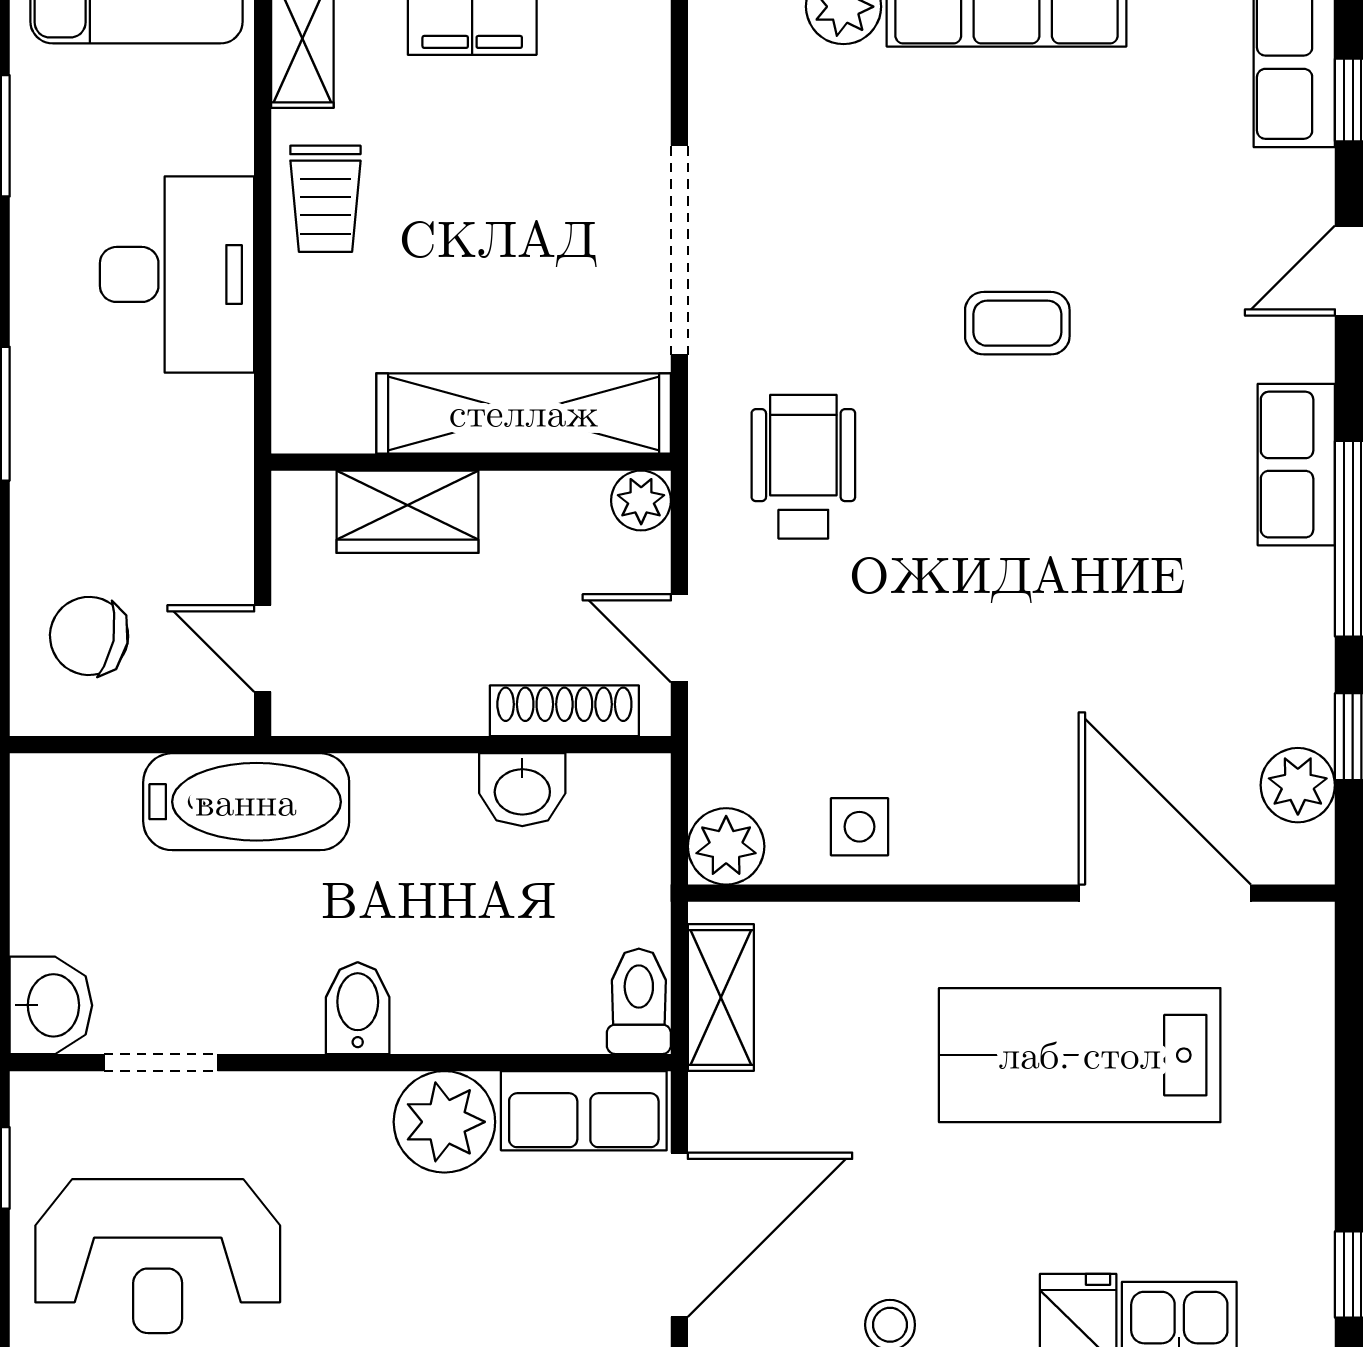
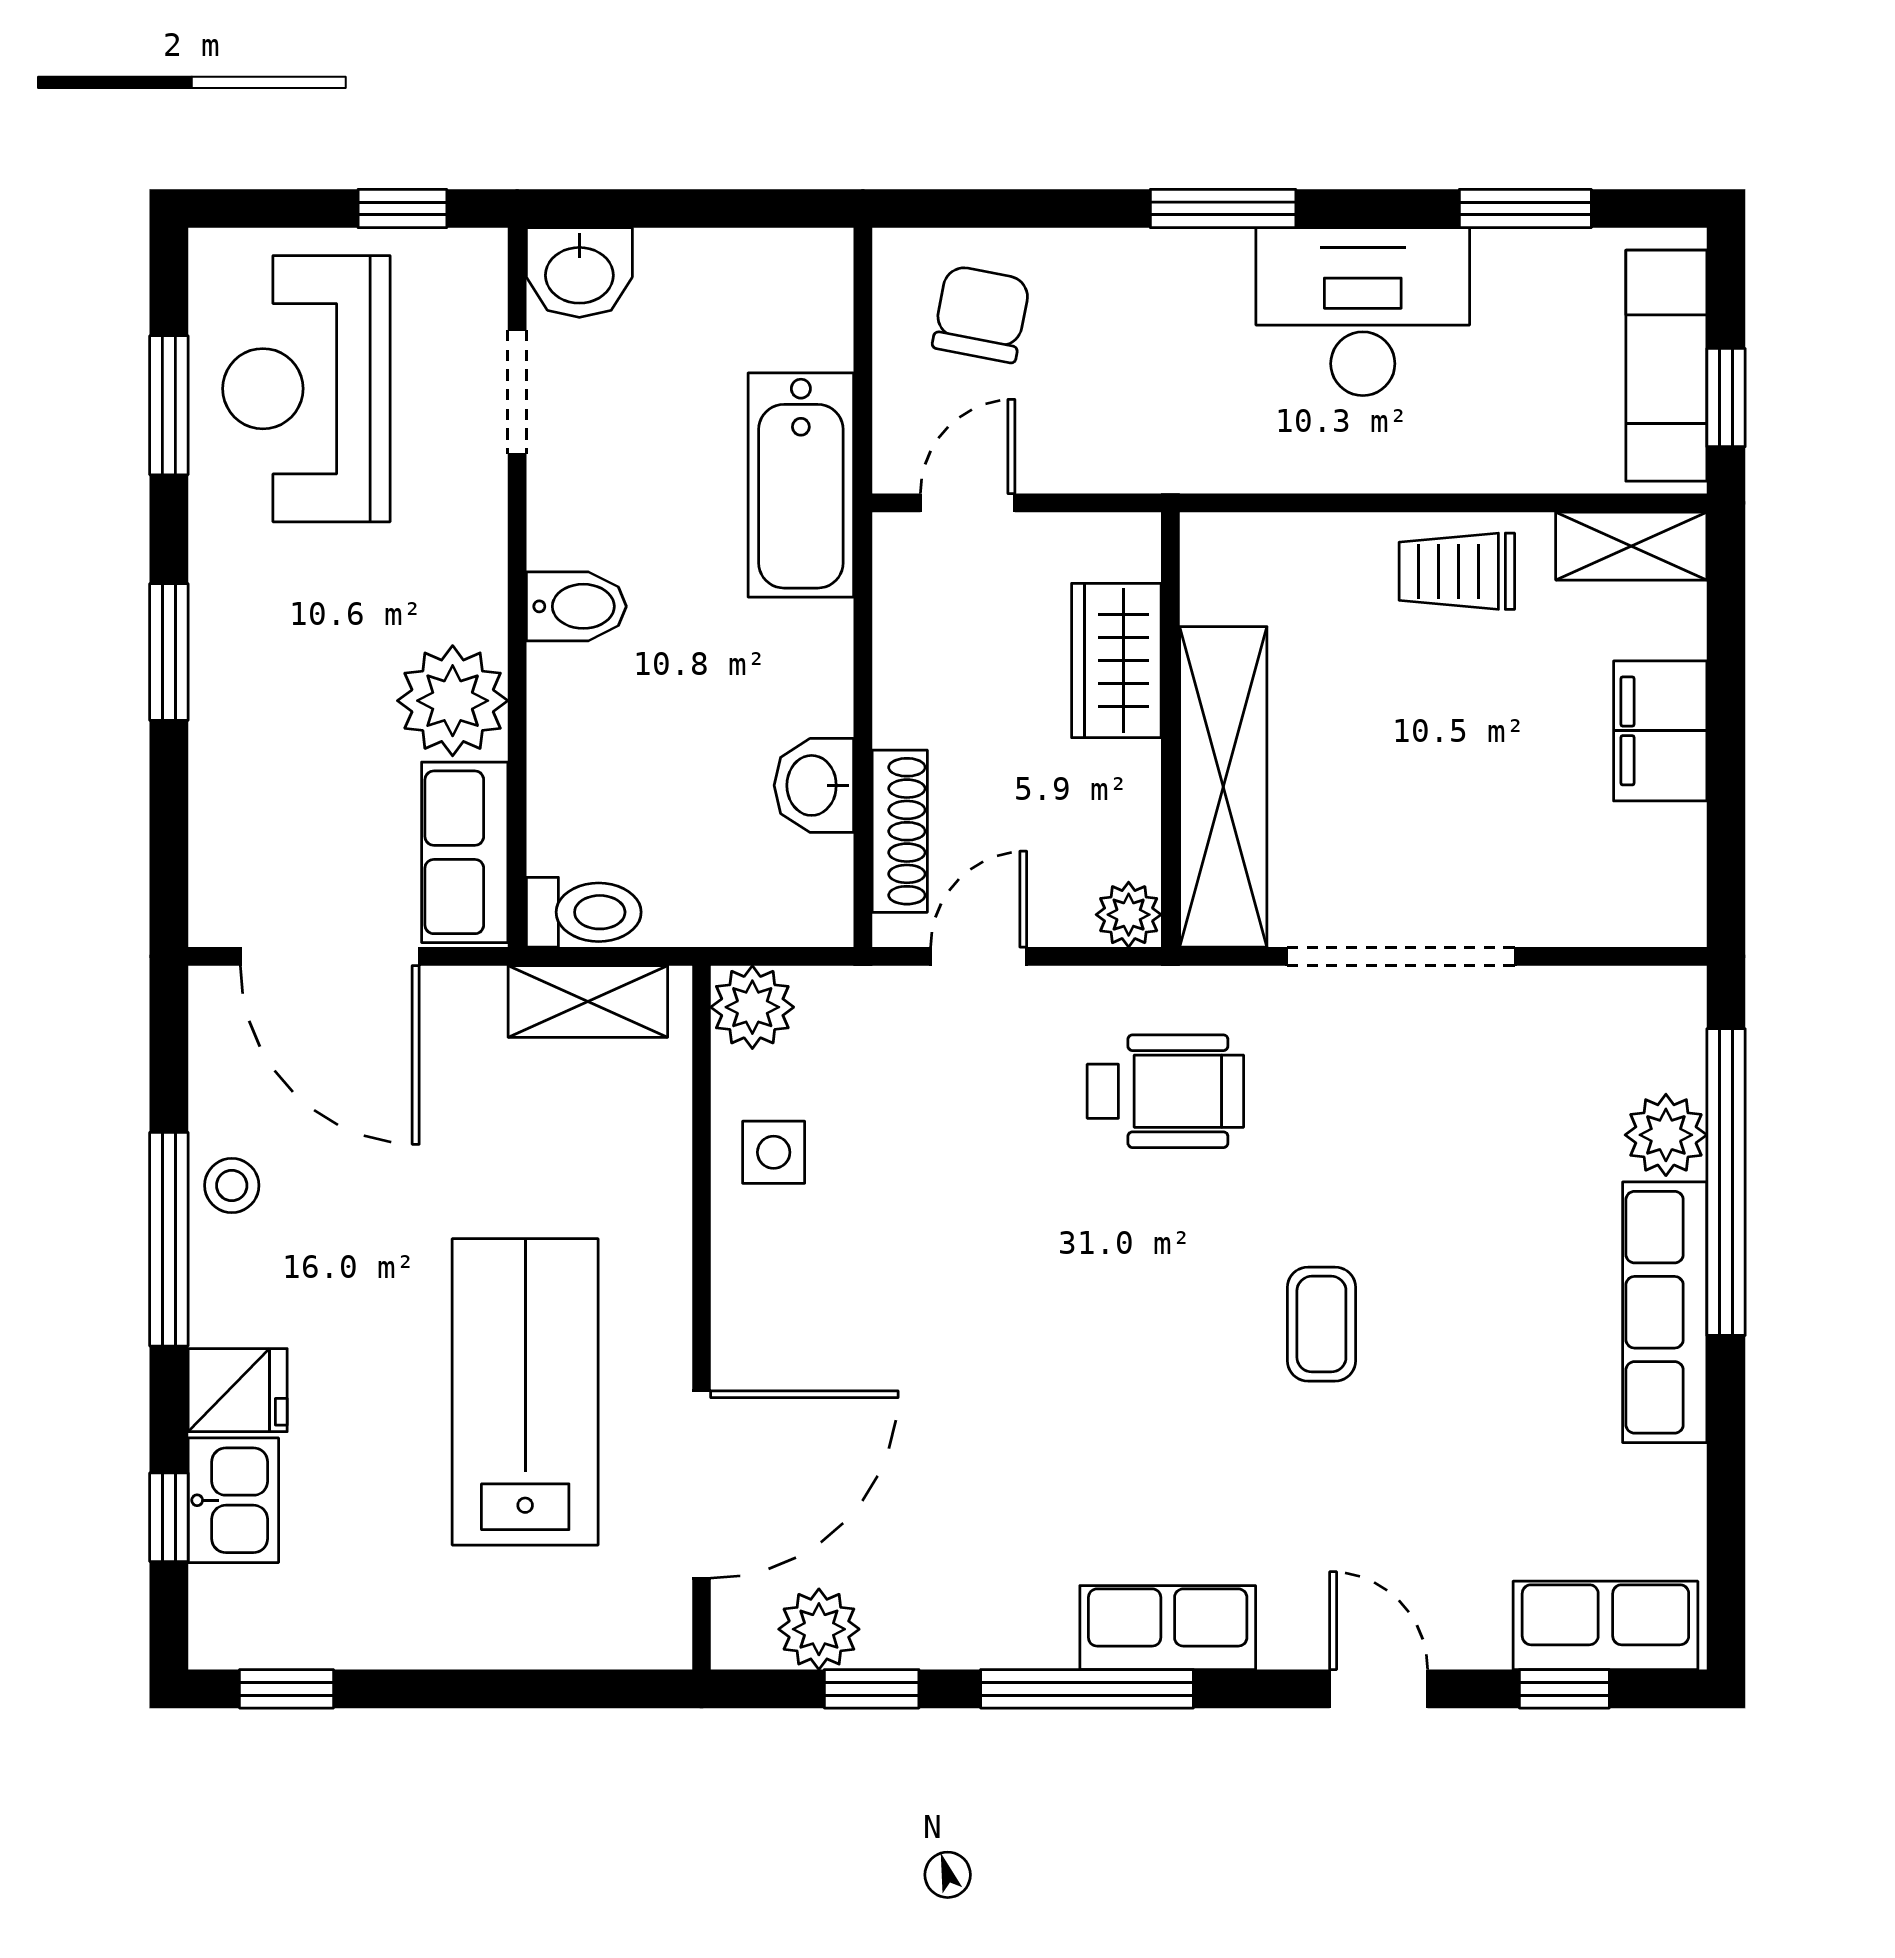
desk: (177, 274) -> (1363, 312), moved, turned 180

